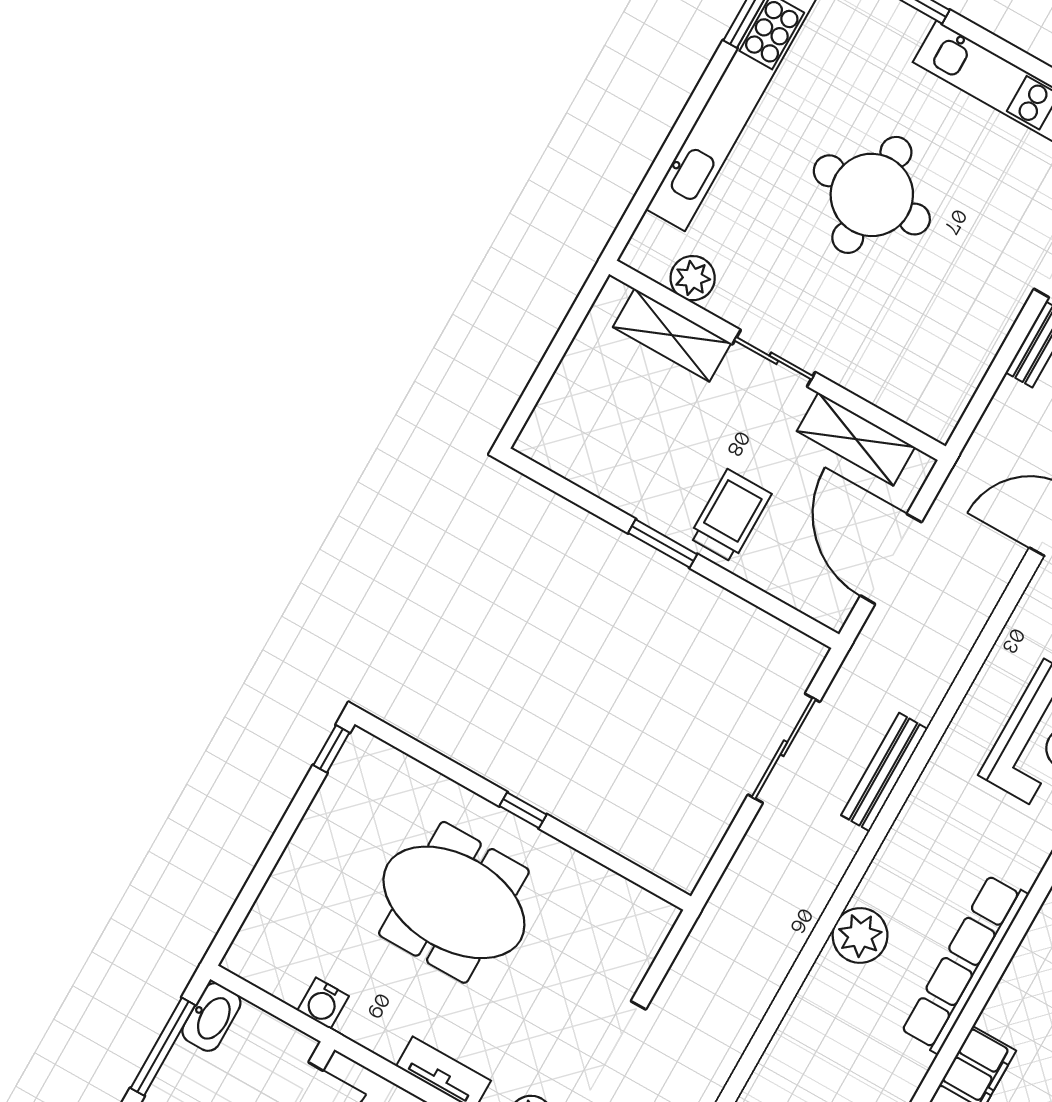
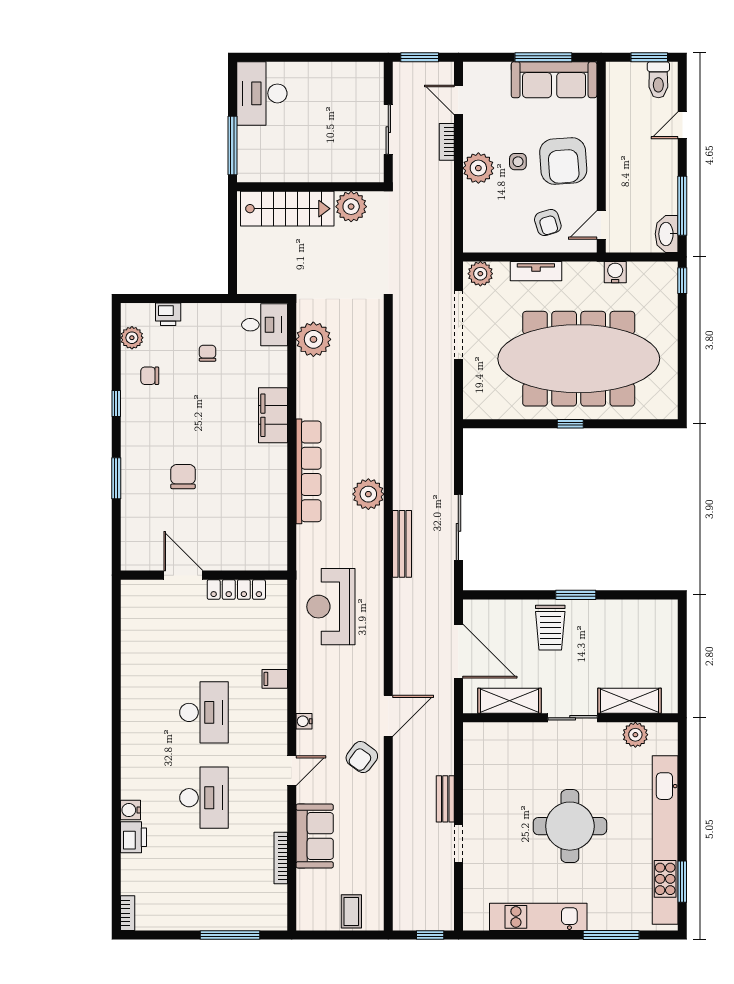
window: (331, 749) -> (682, 281), moved
meeting table: (454, 902) -> (579, 359), width x1.86, depth x1.27
plant: (860, 935) -> (368, 494), moved

